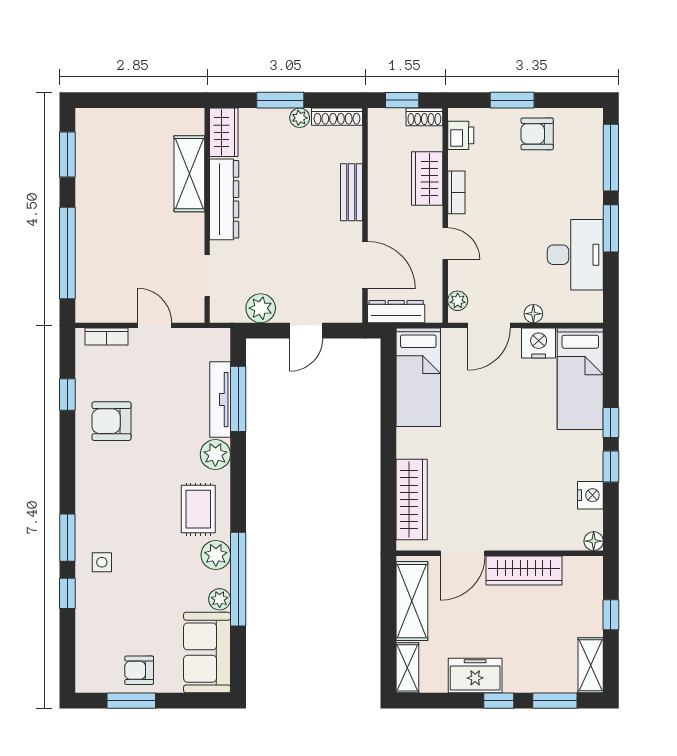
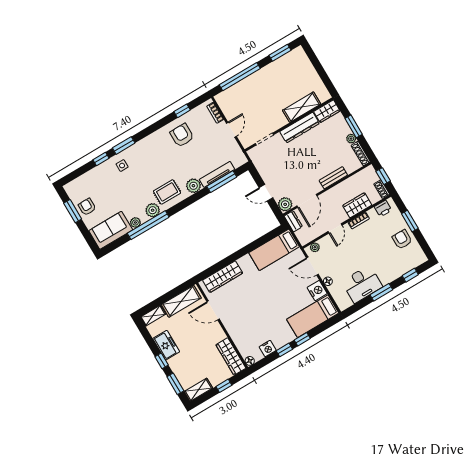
window: (611, 158) -> (410, 275), width x0.46
plant: (261, 308) -> (285, 204), moved
dresser: (396, 312) -> (293, 221), width x0.70
wardrobe: (524, 570) -> (231, 356), moved

